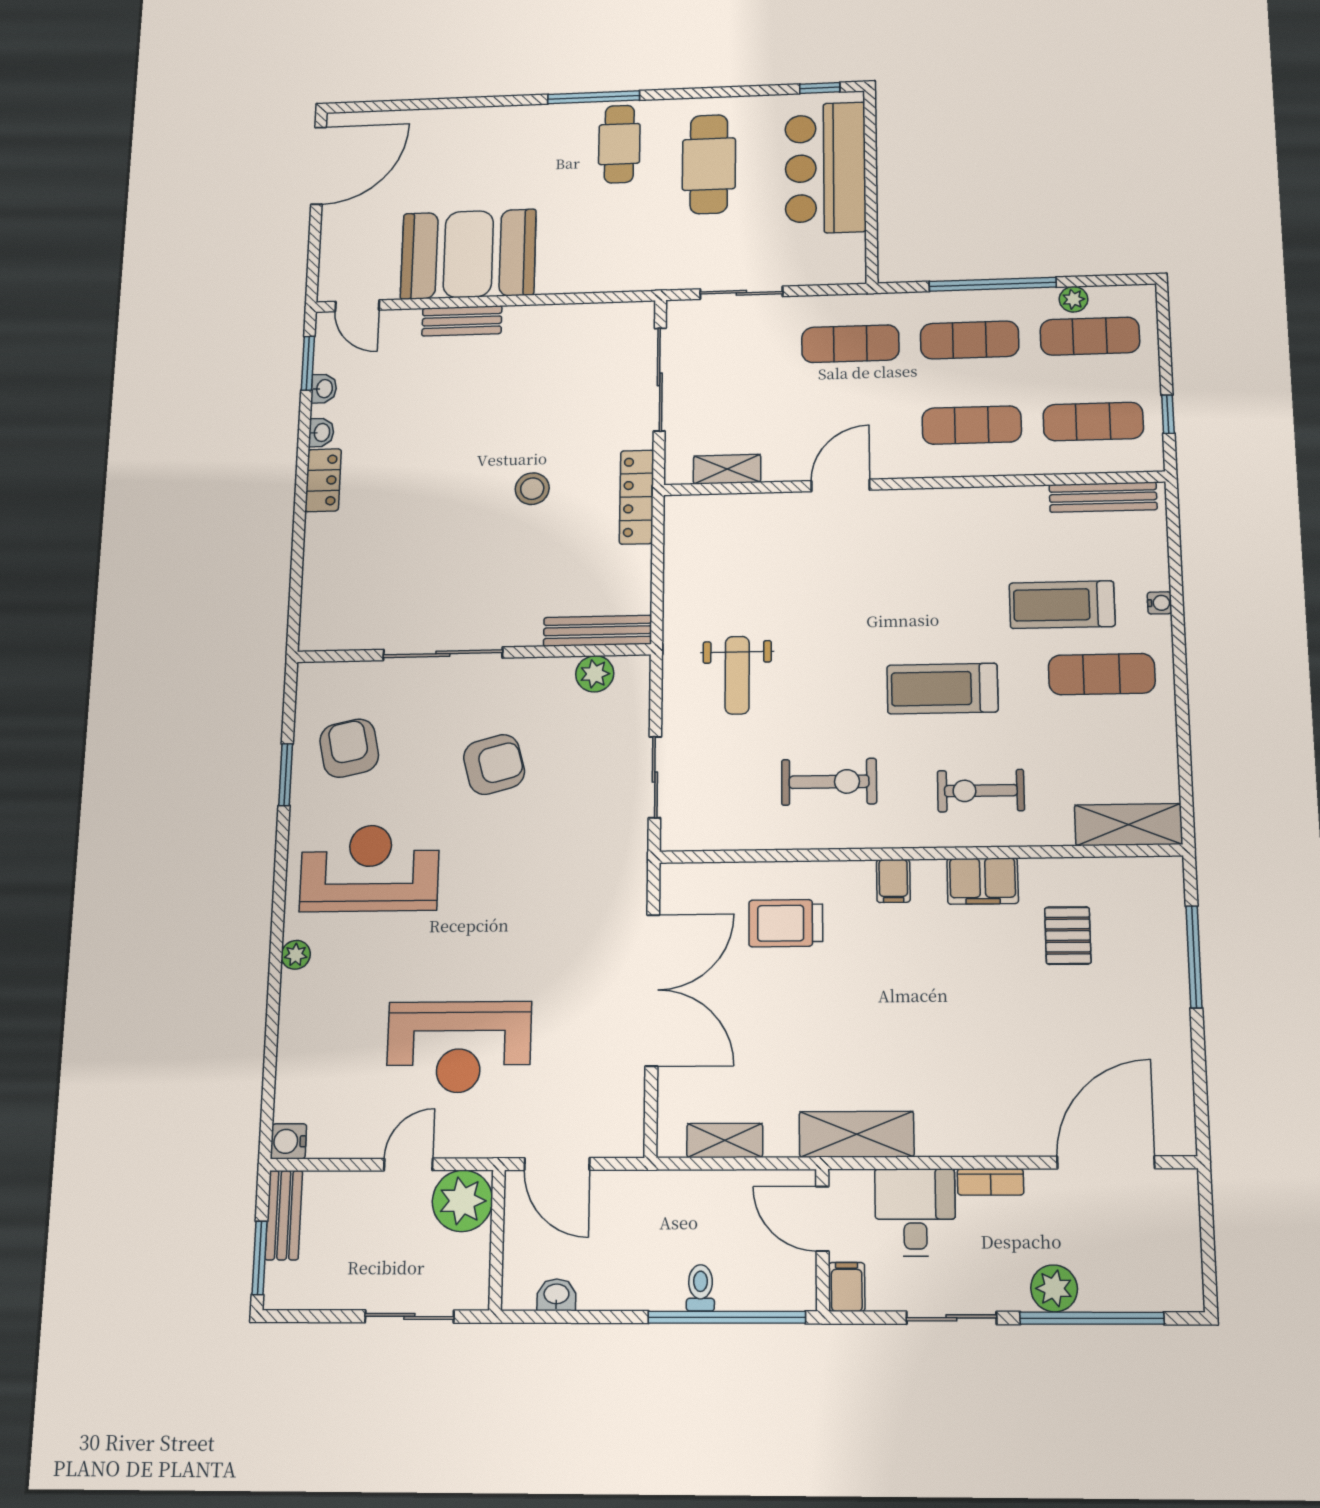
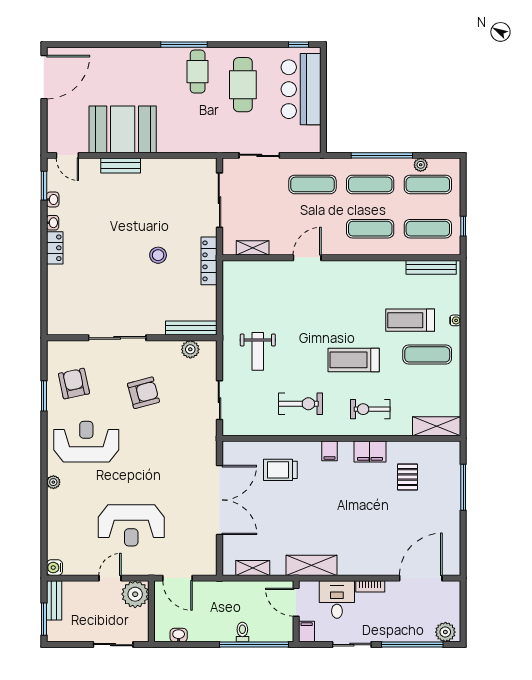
plant: (1054, 1288) -> (445, 632), moved

